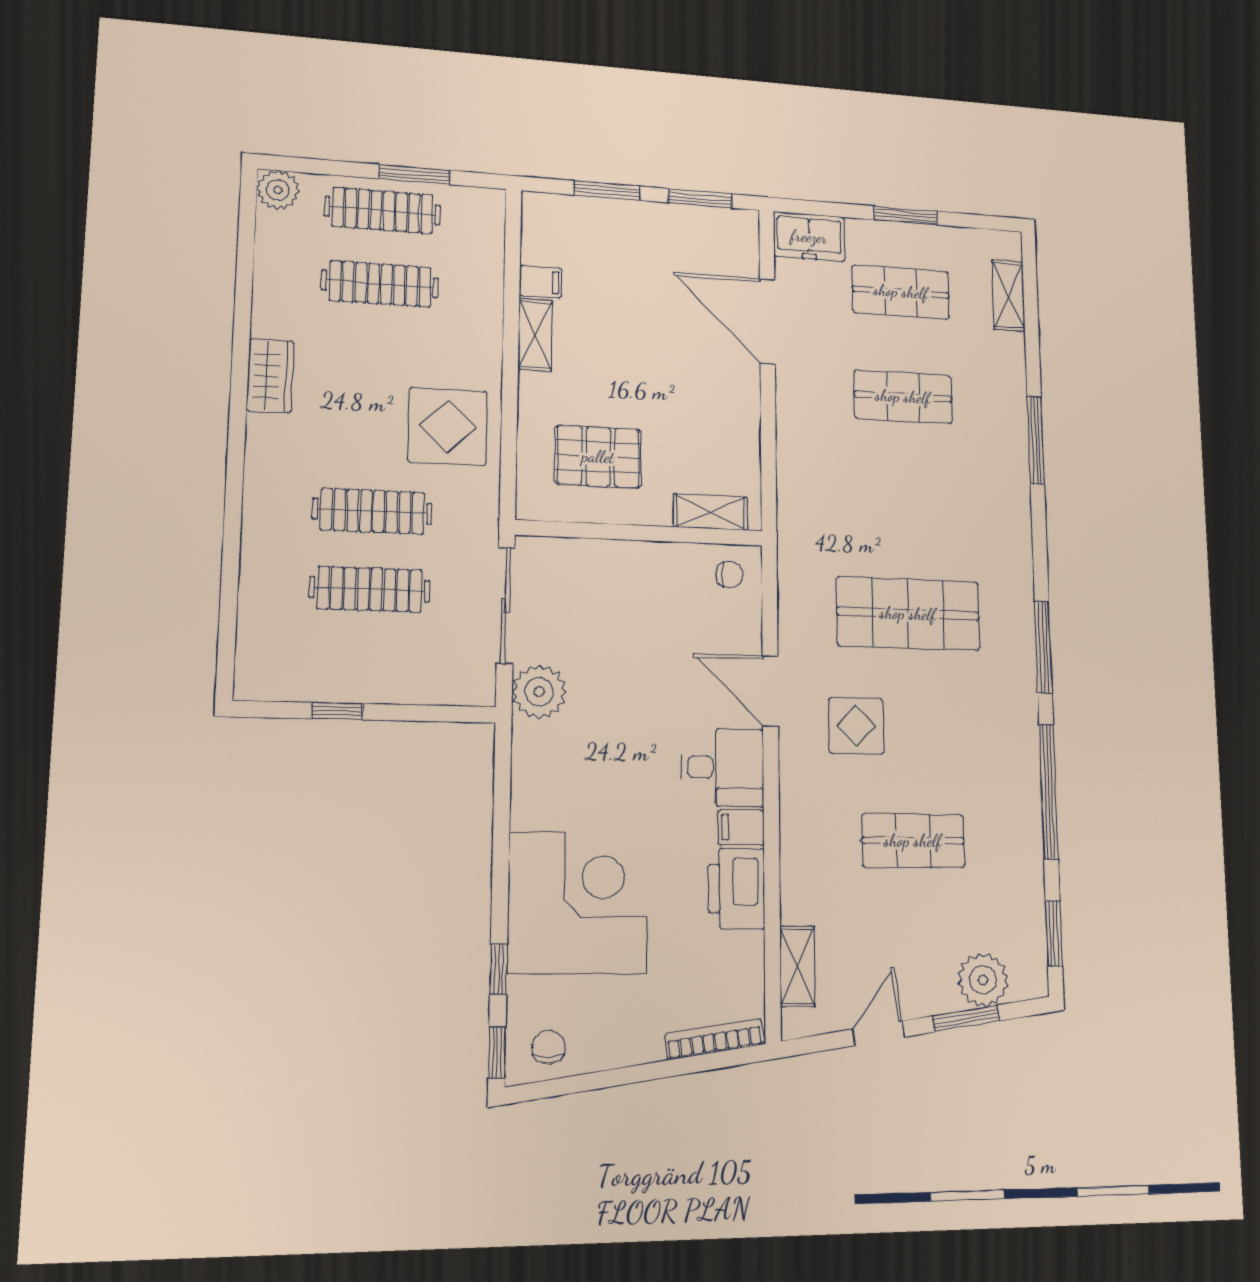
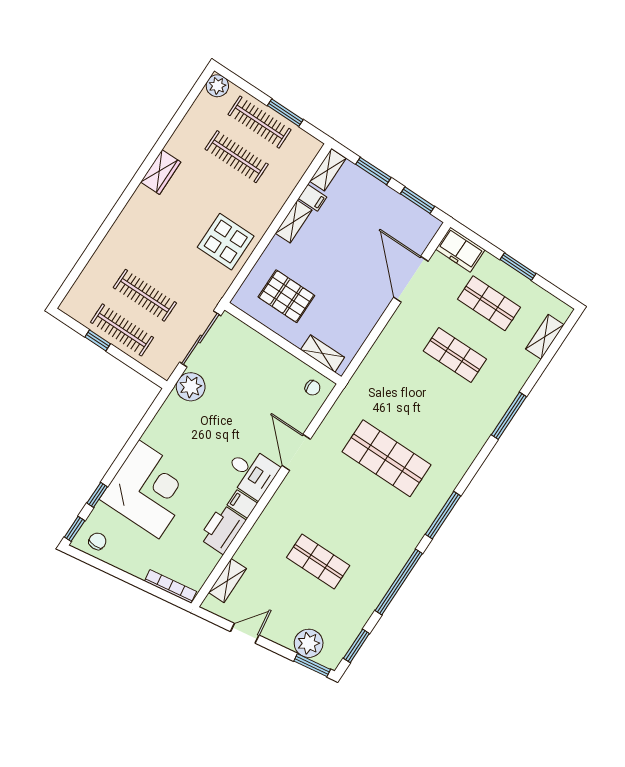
shelving: (537, 226) -> (328, 170), added
clothes rail: (372, 511) -> (122, 330), moved
display table: (856, 726) -> (326, 493), removed
window: (966, 1018) -> (312, 665), moved

